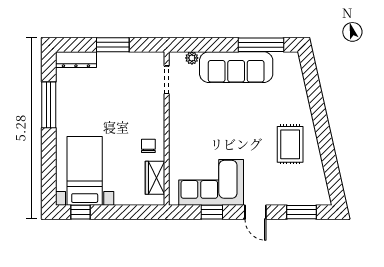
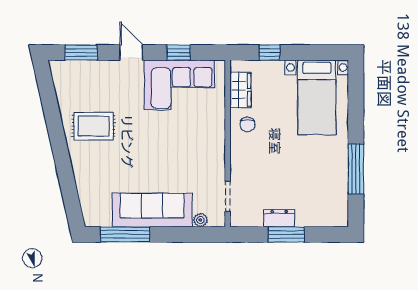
dresser: (76, 60) -> (279, 218), moved, width x0.70
rug: (290, 144) -> (94, 126), turned 90
window: (80, 212) -> (270, 53), moved

